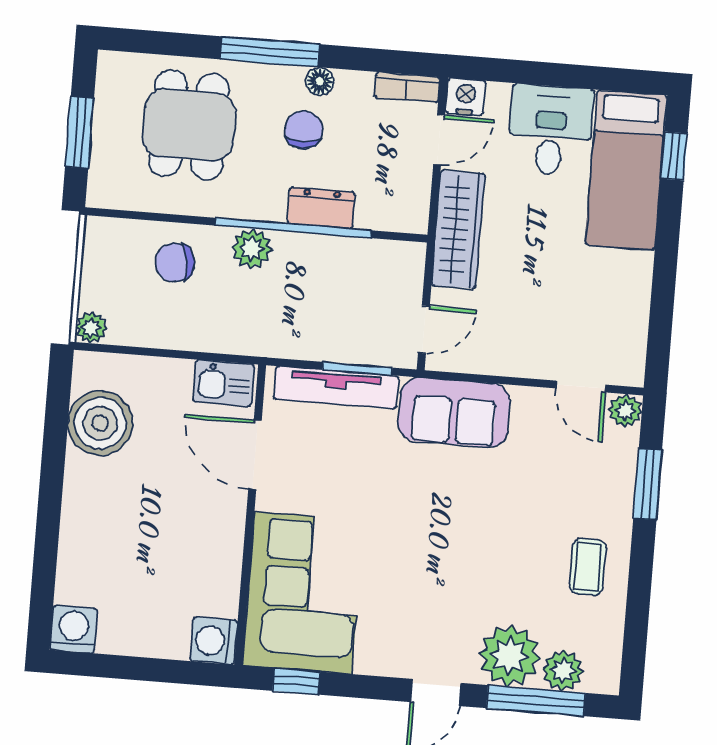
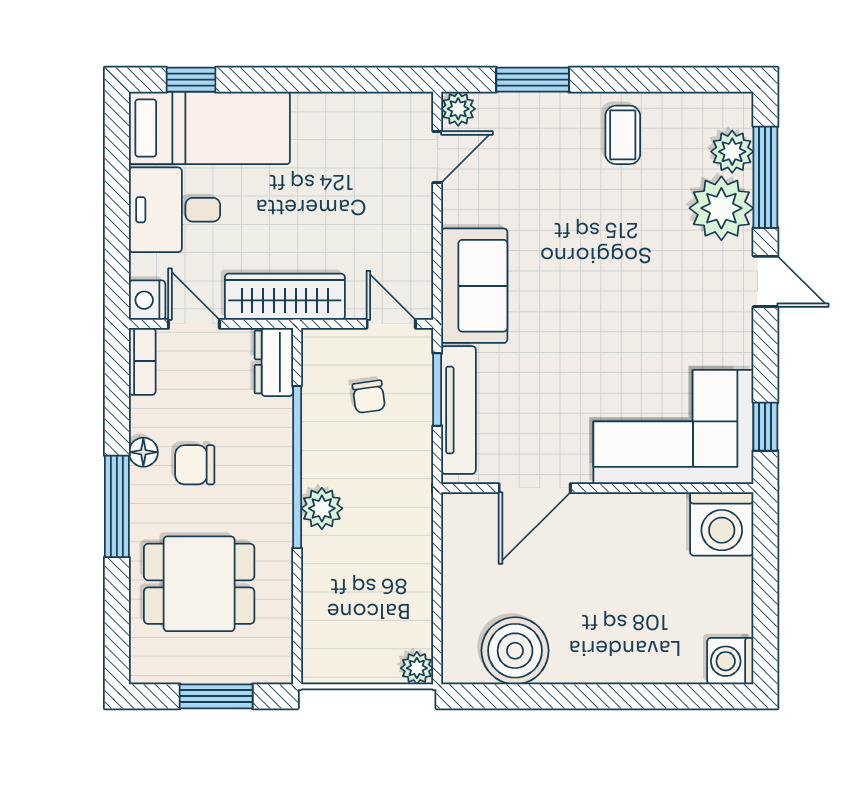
dresser: (321, 208) -> (274, 362), moved
chair: (175, 263) -> (369, 397), moved, width x0.73, depth x0.73
kitchen sink: (224, 383) -> (463, 527), removed
coffee table: (588, 567) -> (623, 135), turned 90
washing machine: (214, 641) -> (722, 524), width x1.37, depth x1.37

